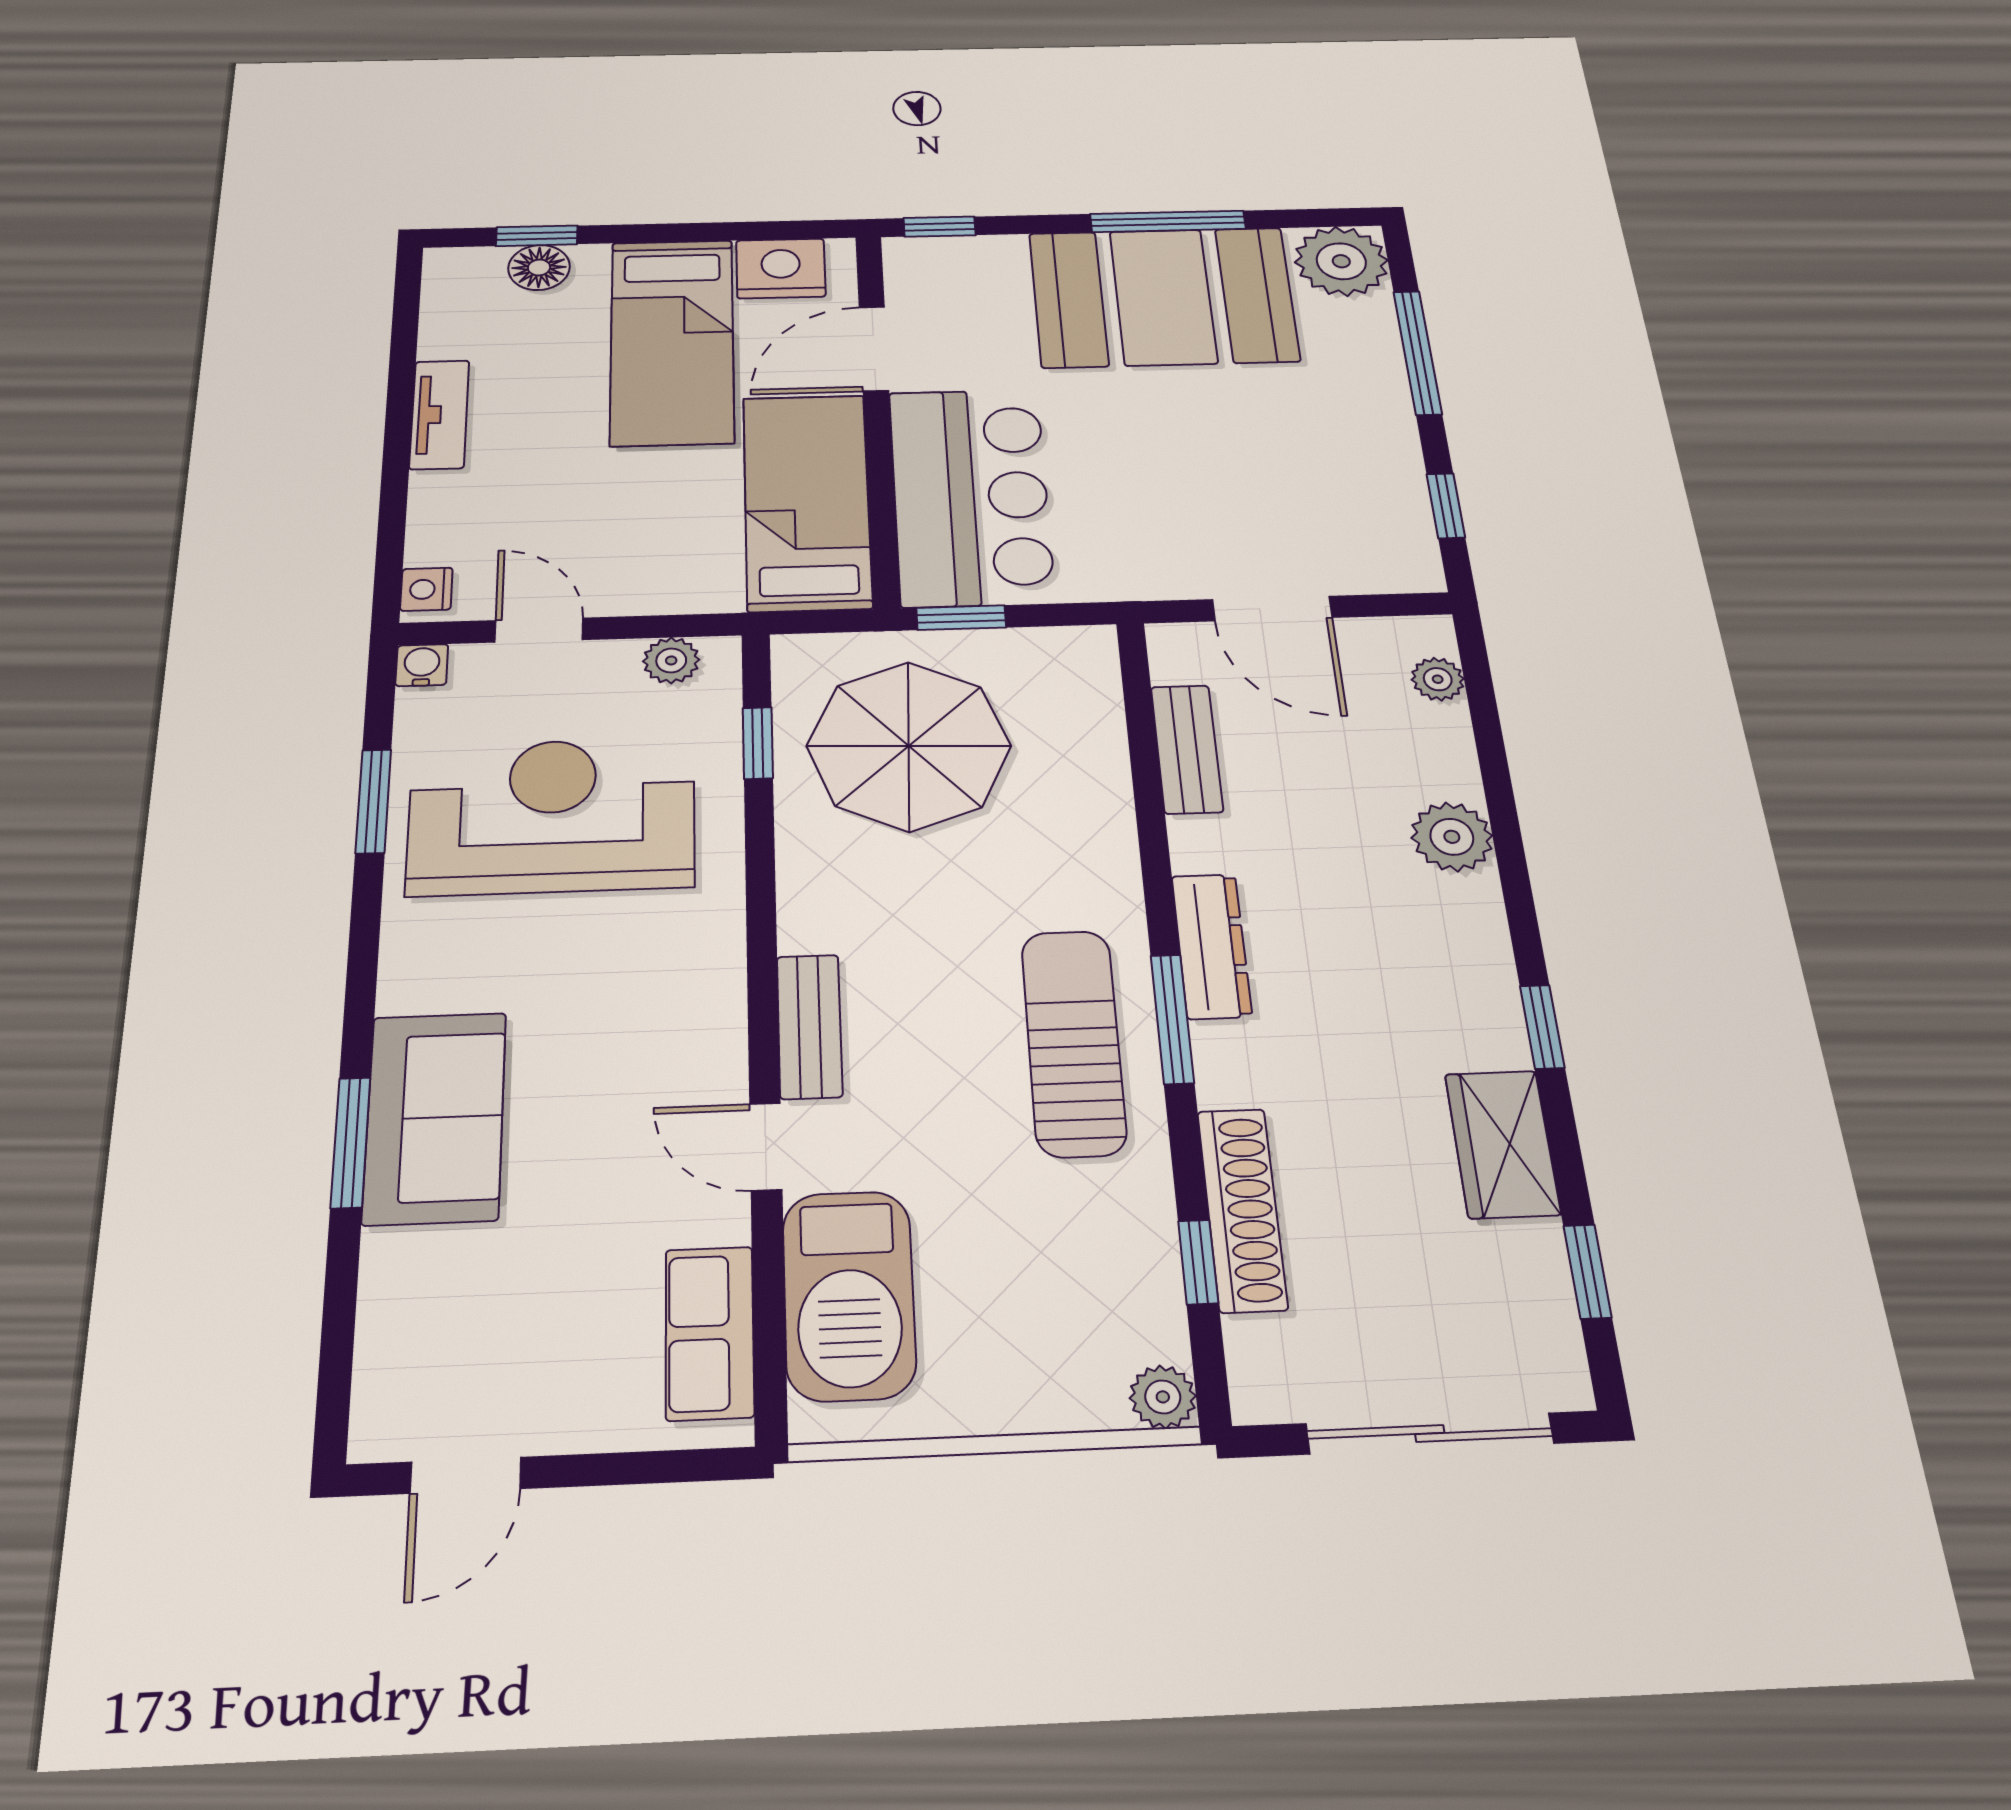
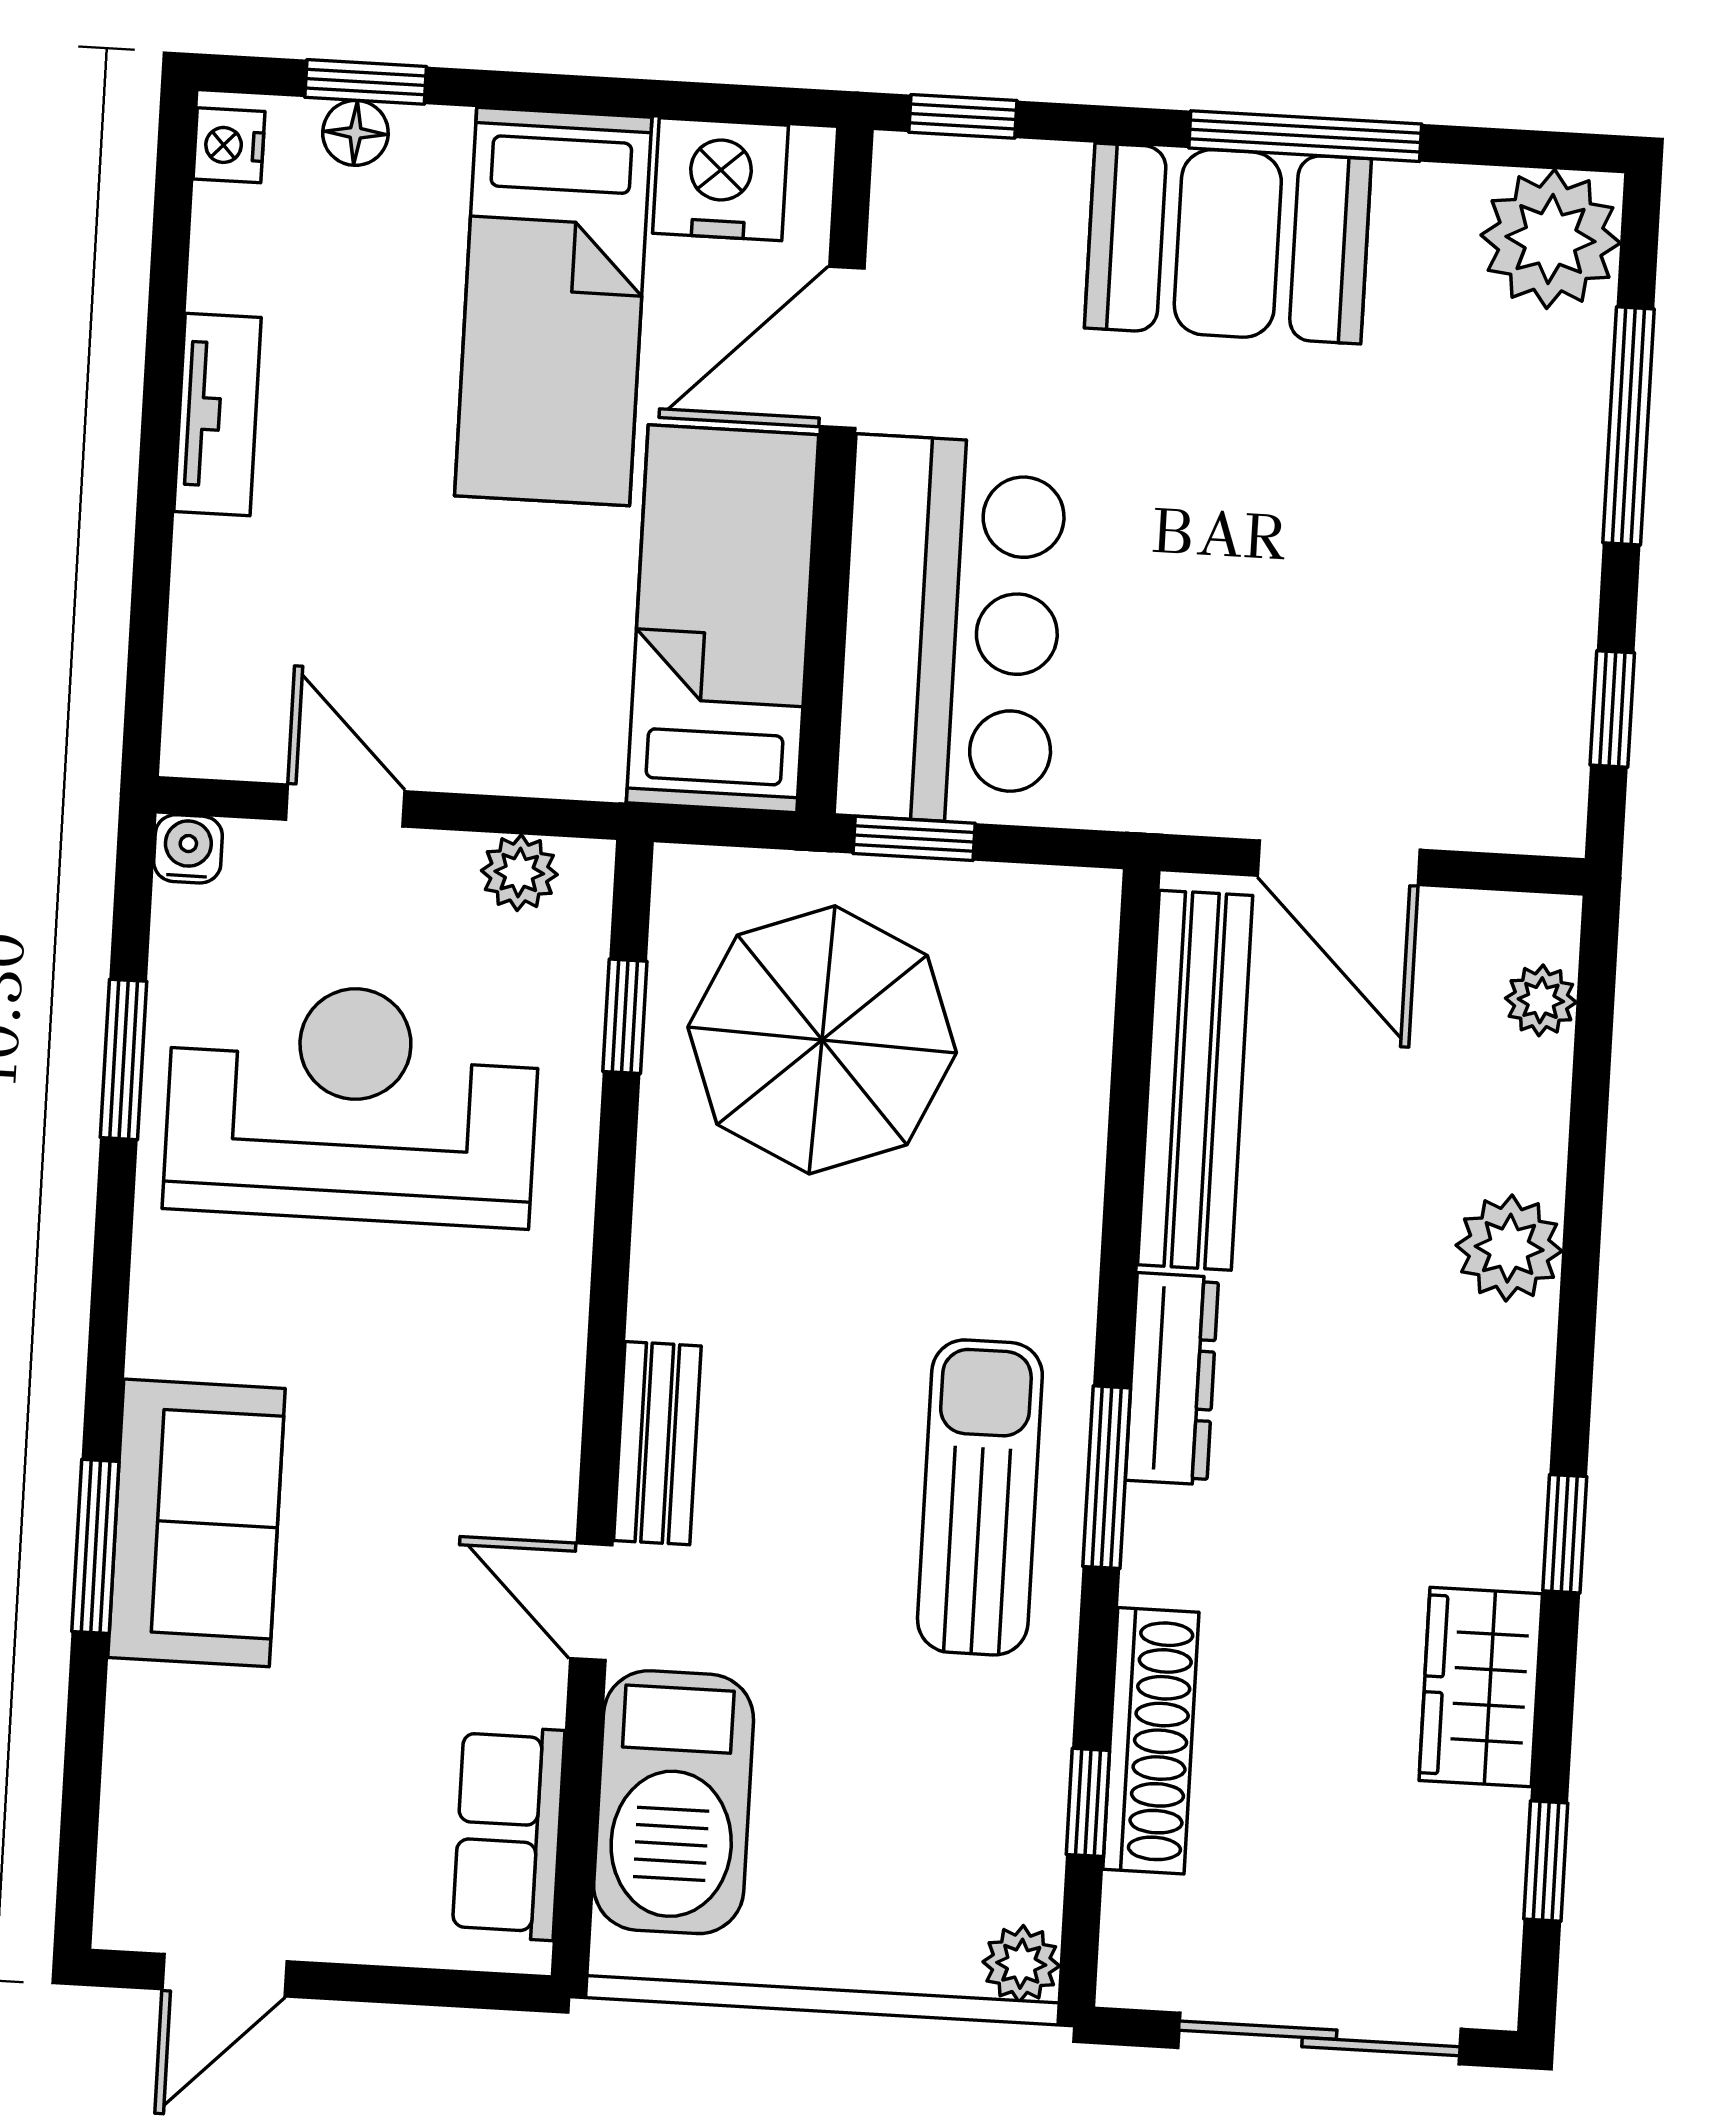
floor lamp: (539, 267) -> (355, 133), width x0.73, depth x0.73
booth: (1163, 297) -> (1228, 243), width x0.73, depth x0.70
nightstand: (426, 589) -> (229, 145), moved
bench: (1187, 749) -> (1195, 1080), width x1.86, depth x1.21

